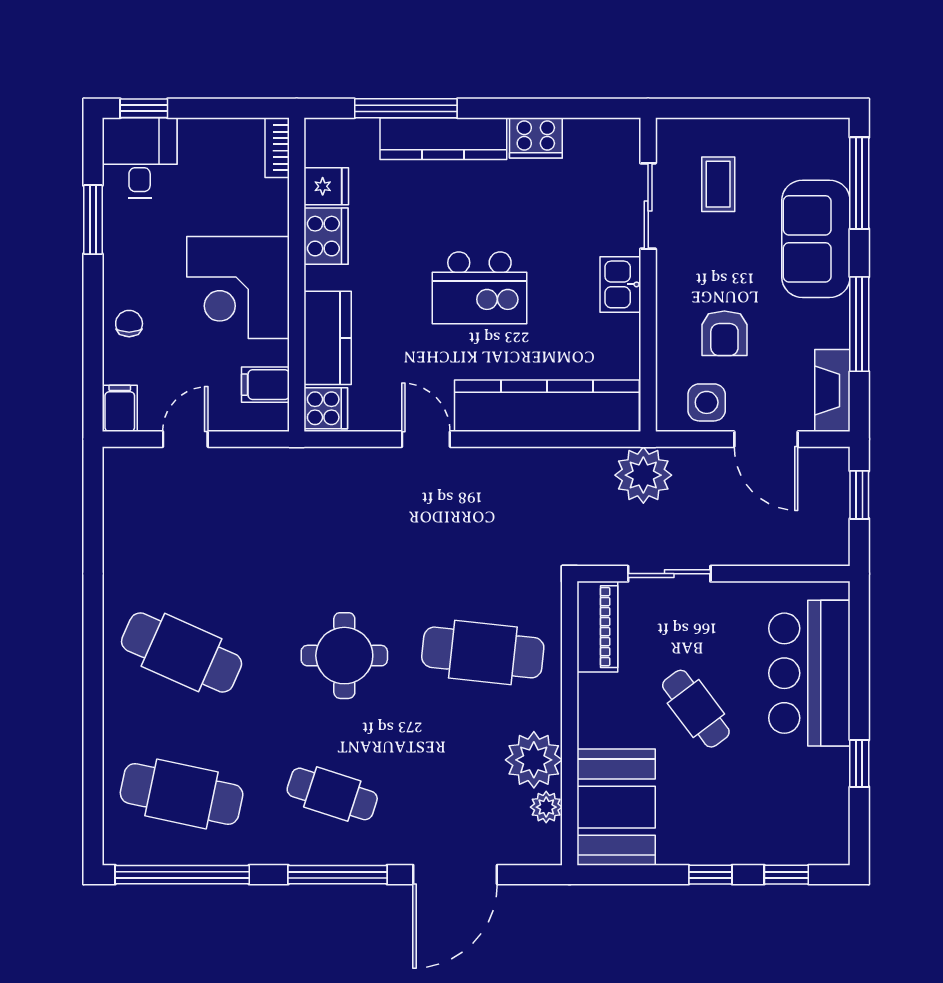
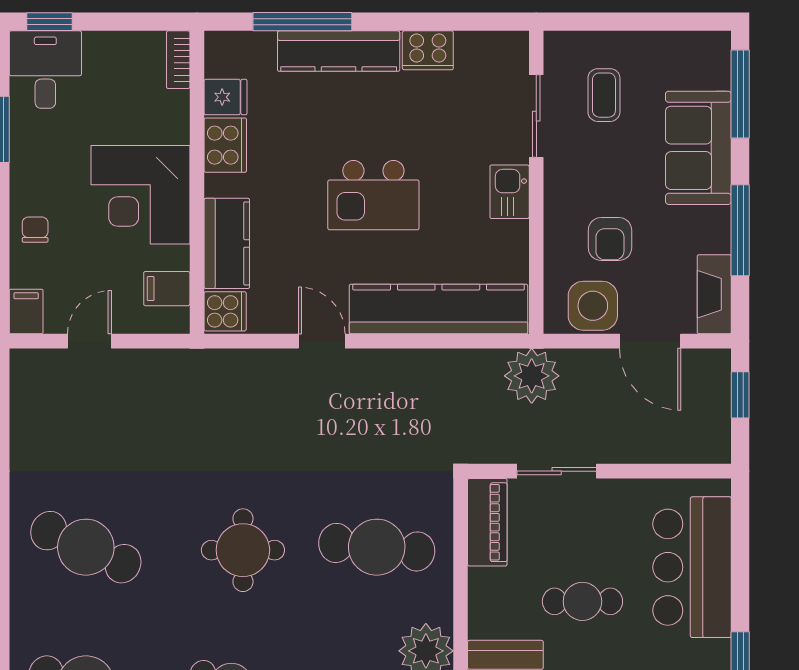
side table: (707, 402) -> (593, 306), width x1.37, depth x1.37
cafe table: (696, 709) -> (582, 601), turned -53

